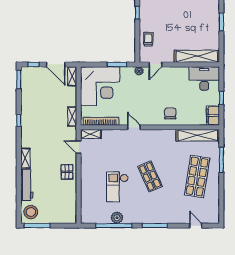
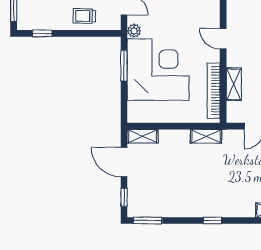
door: (56, 64) -> (124, 162), swing flipped
corner desk: (100, 86) -> (158, 70), moved
door: (134, 127) -> (223, 39), hinge flipped
shelving: (91, 134) -> (234, 84), moved

